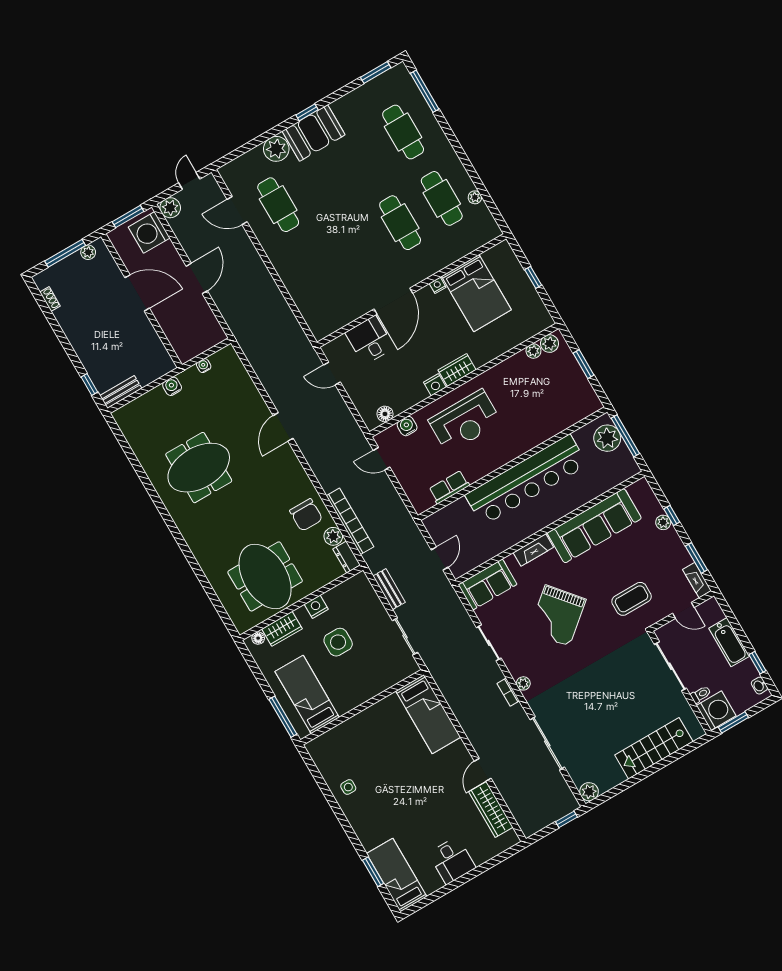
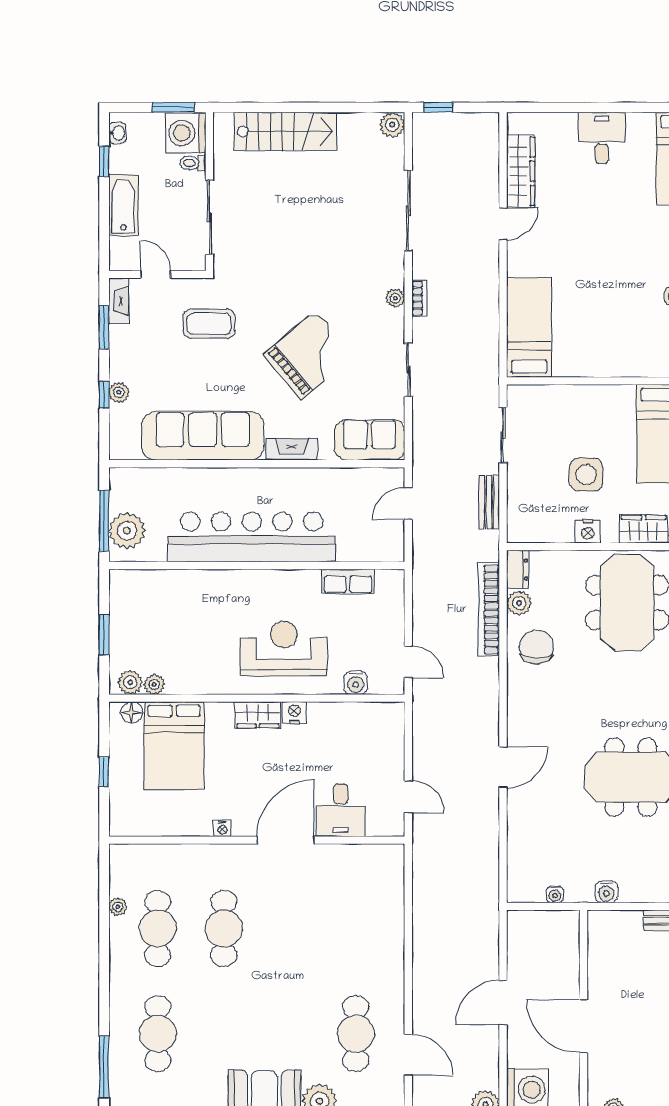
bed: (476, 293) -> (174, 746), moved, turned 180
floor lamp: (385, 414) -> (132, 712), moved

